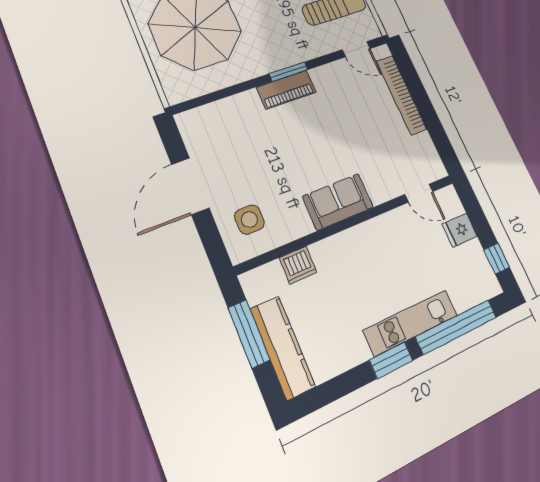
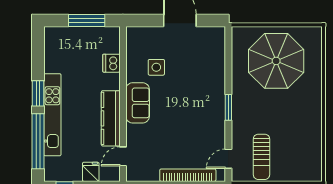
piano: (286, 90) -> (217, 101), removed
side table: (249, 220) -> (156, 67), moved
kitchen unit: (411, 323) -> (52, 115), width x1.36
kitchen counter: (283, 348) -> (111, 118), moved, turned 90

